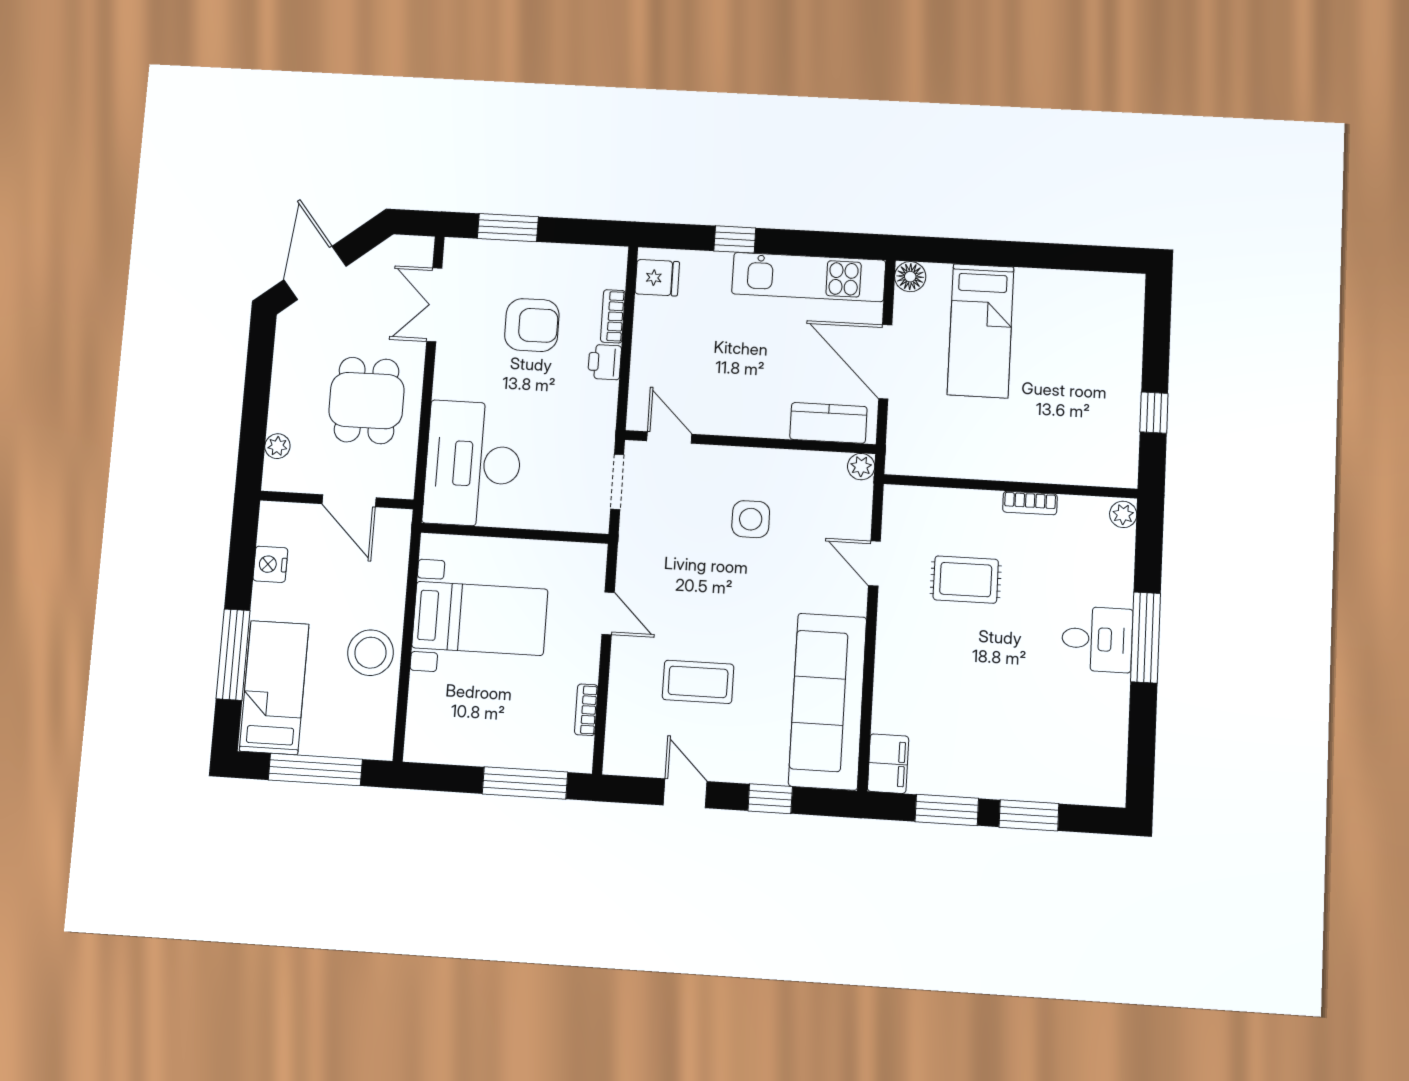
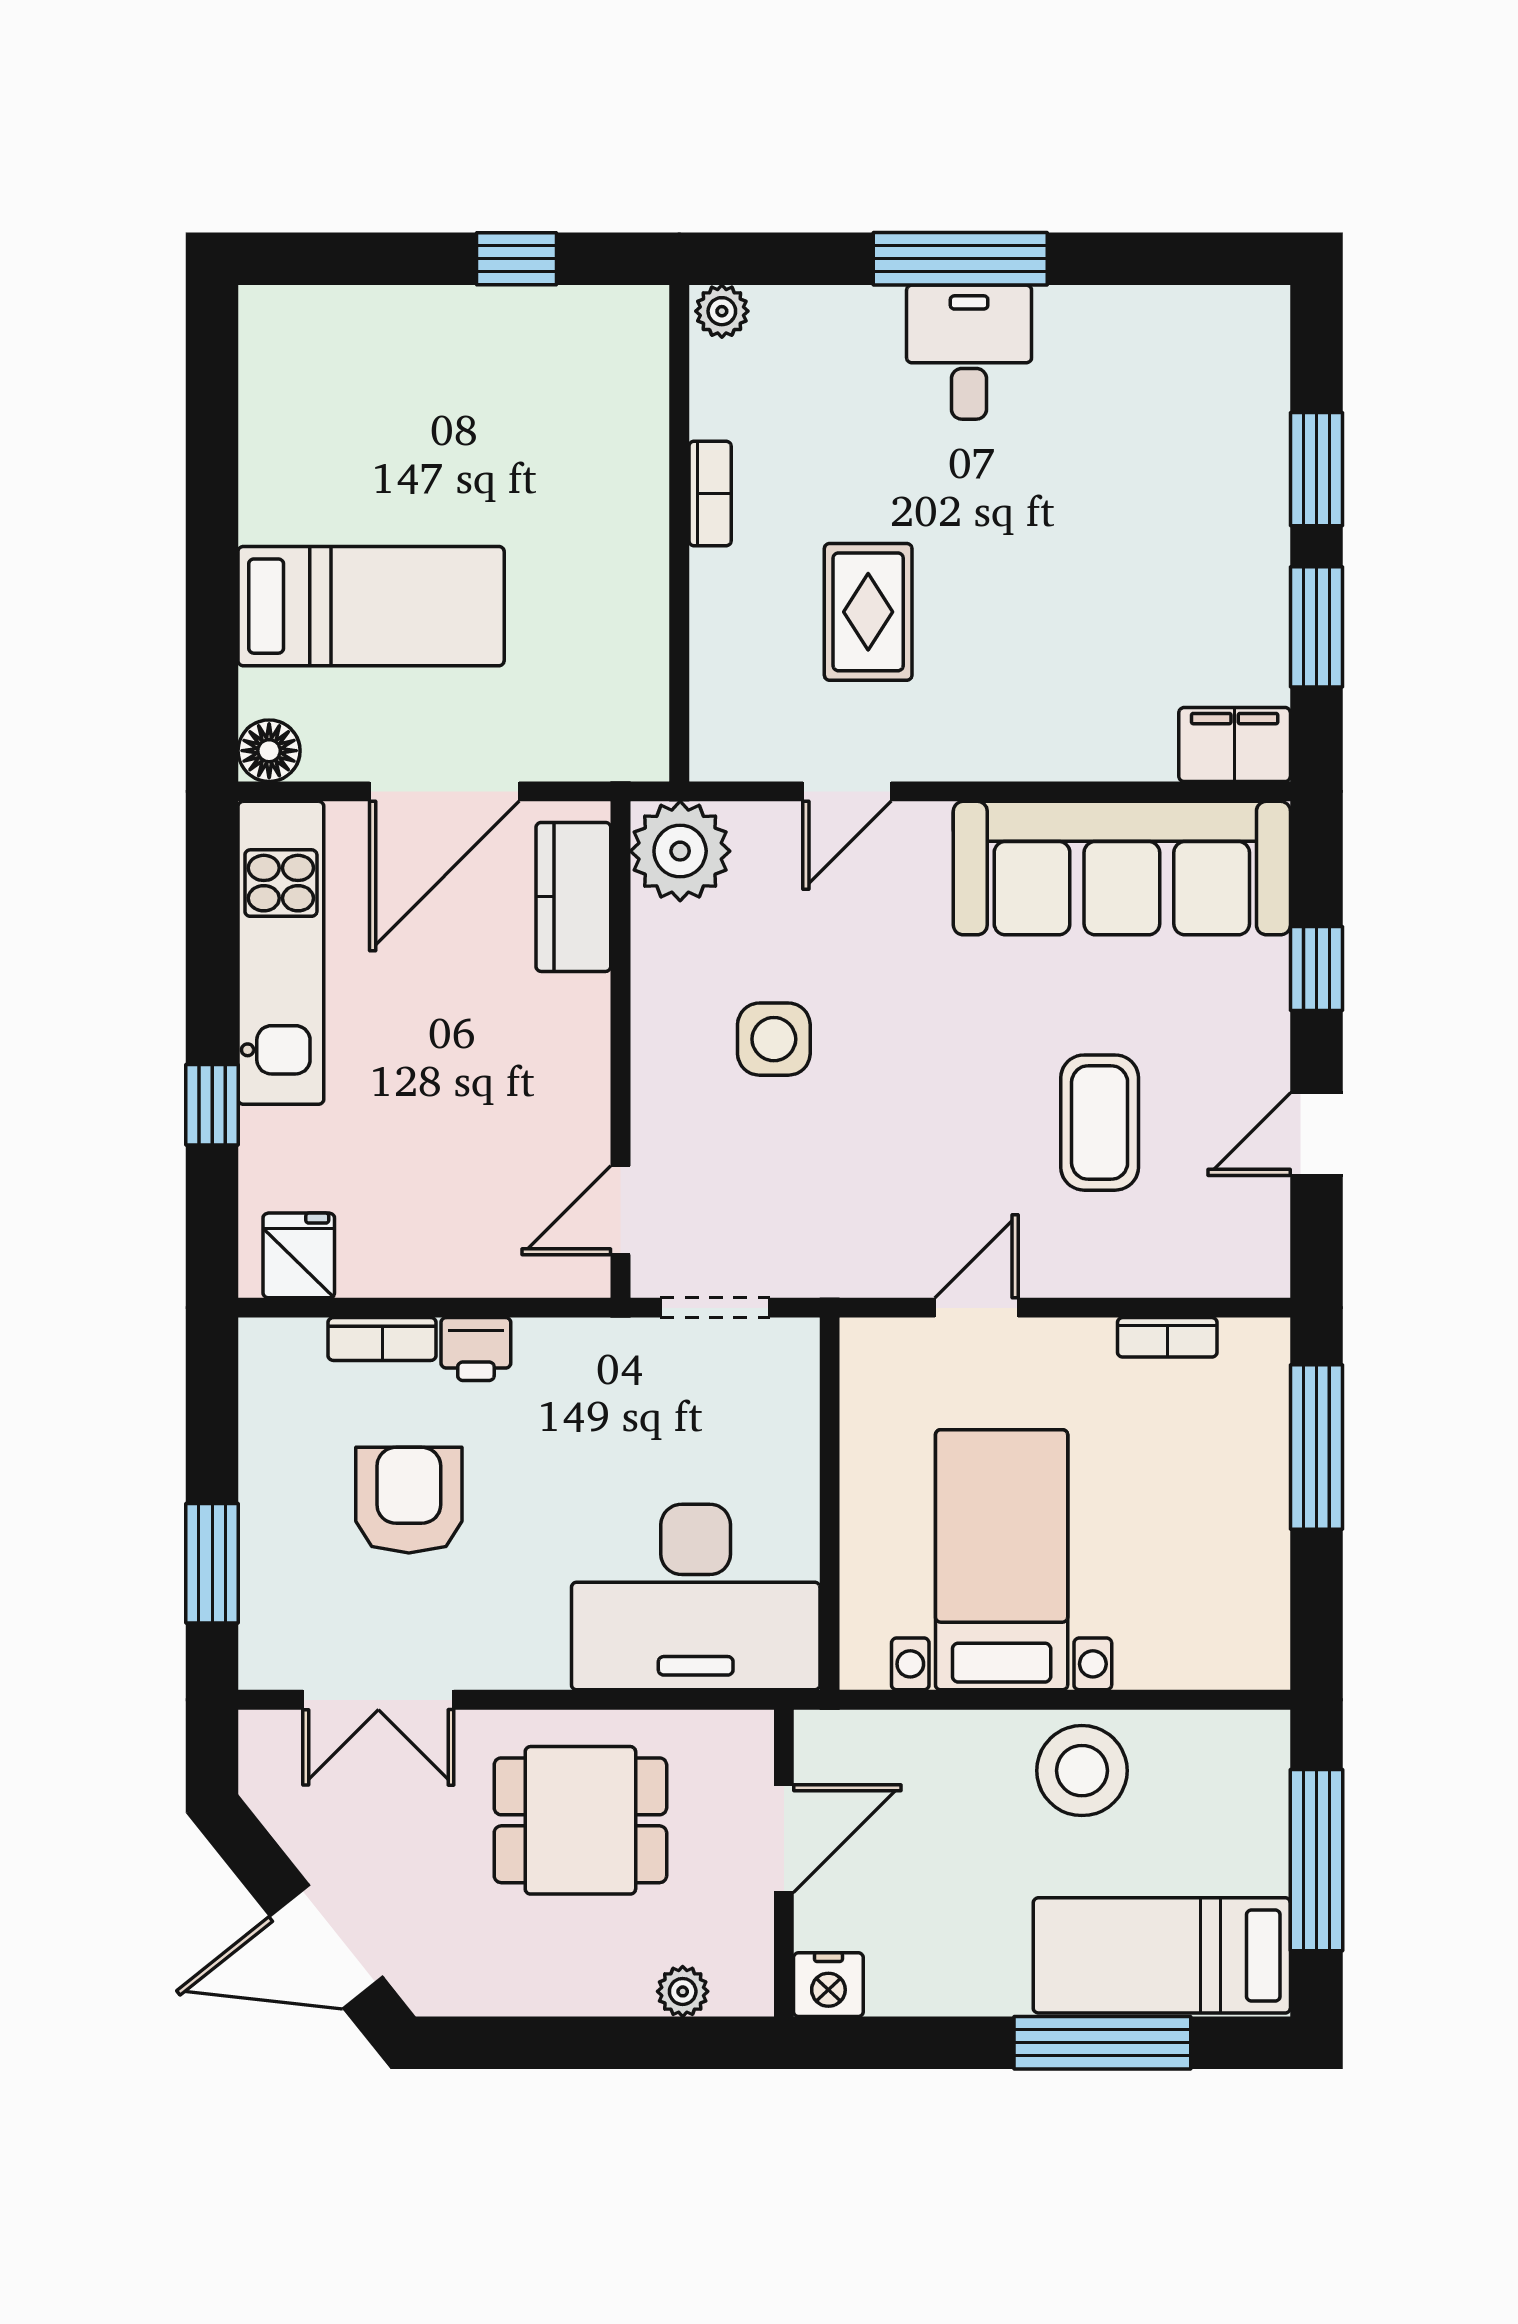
plant: (861, 467) -> (680, 851), width x1.87, depth x1.87
nightstand: (270, 564) -> (828, 1985), moved

